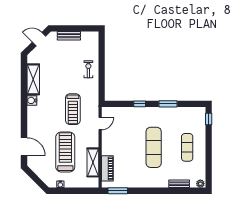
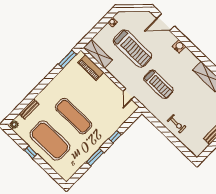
water cooler: (32, 100) -> (179, 46), moved
treadmill: (73, 109) -> (158, 84), turned 180
window: (209, 119) -> (31, 152), moved
exercise mat: (187, 147) -> (50, 141), width x2.00, depth x1.45
shelving: (93, 162) -> (98, 54), moved

